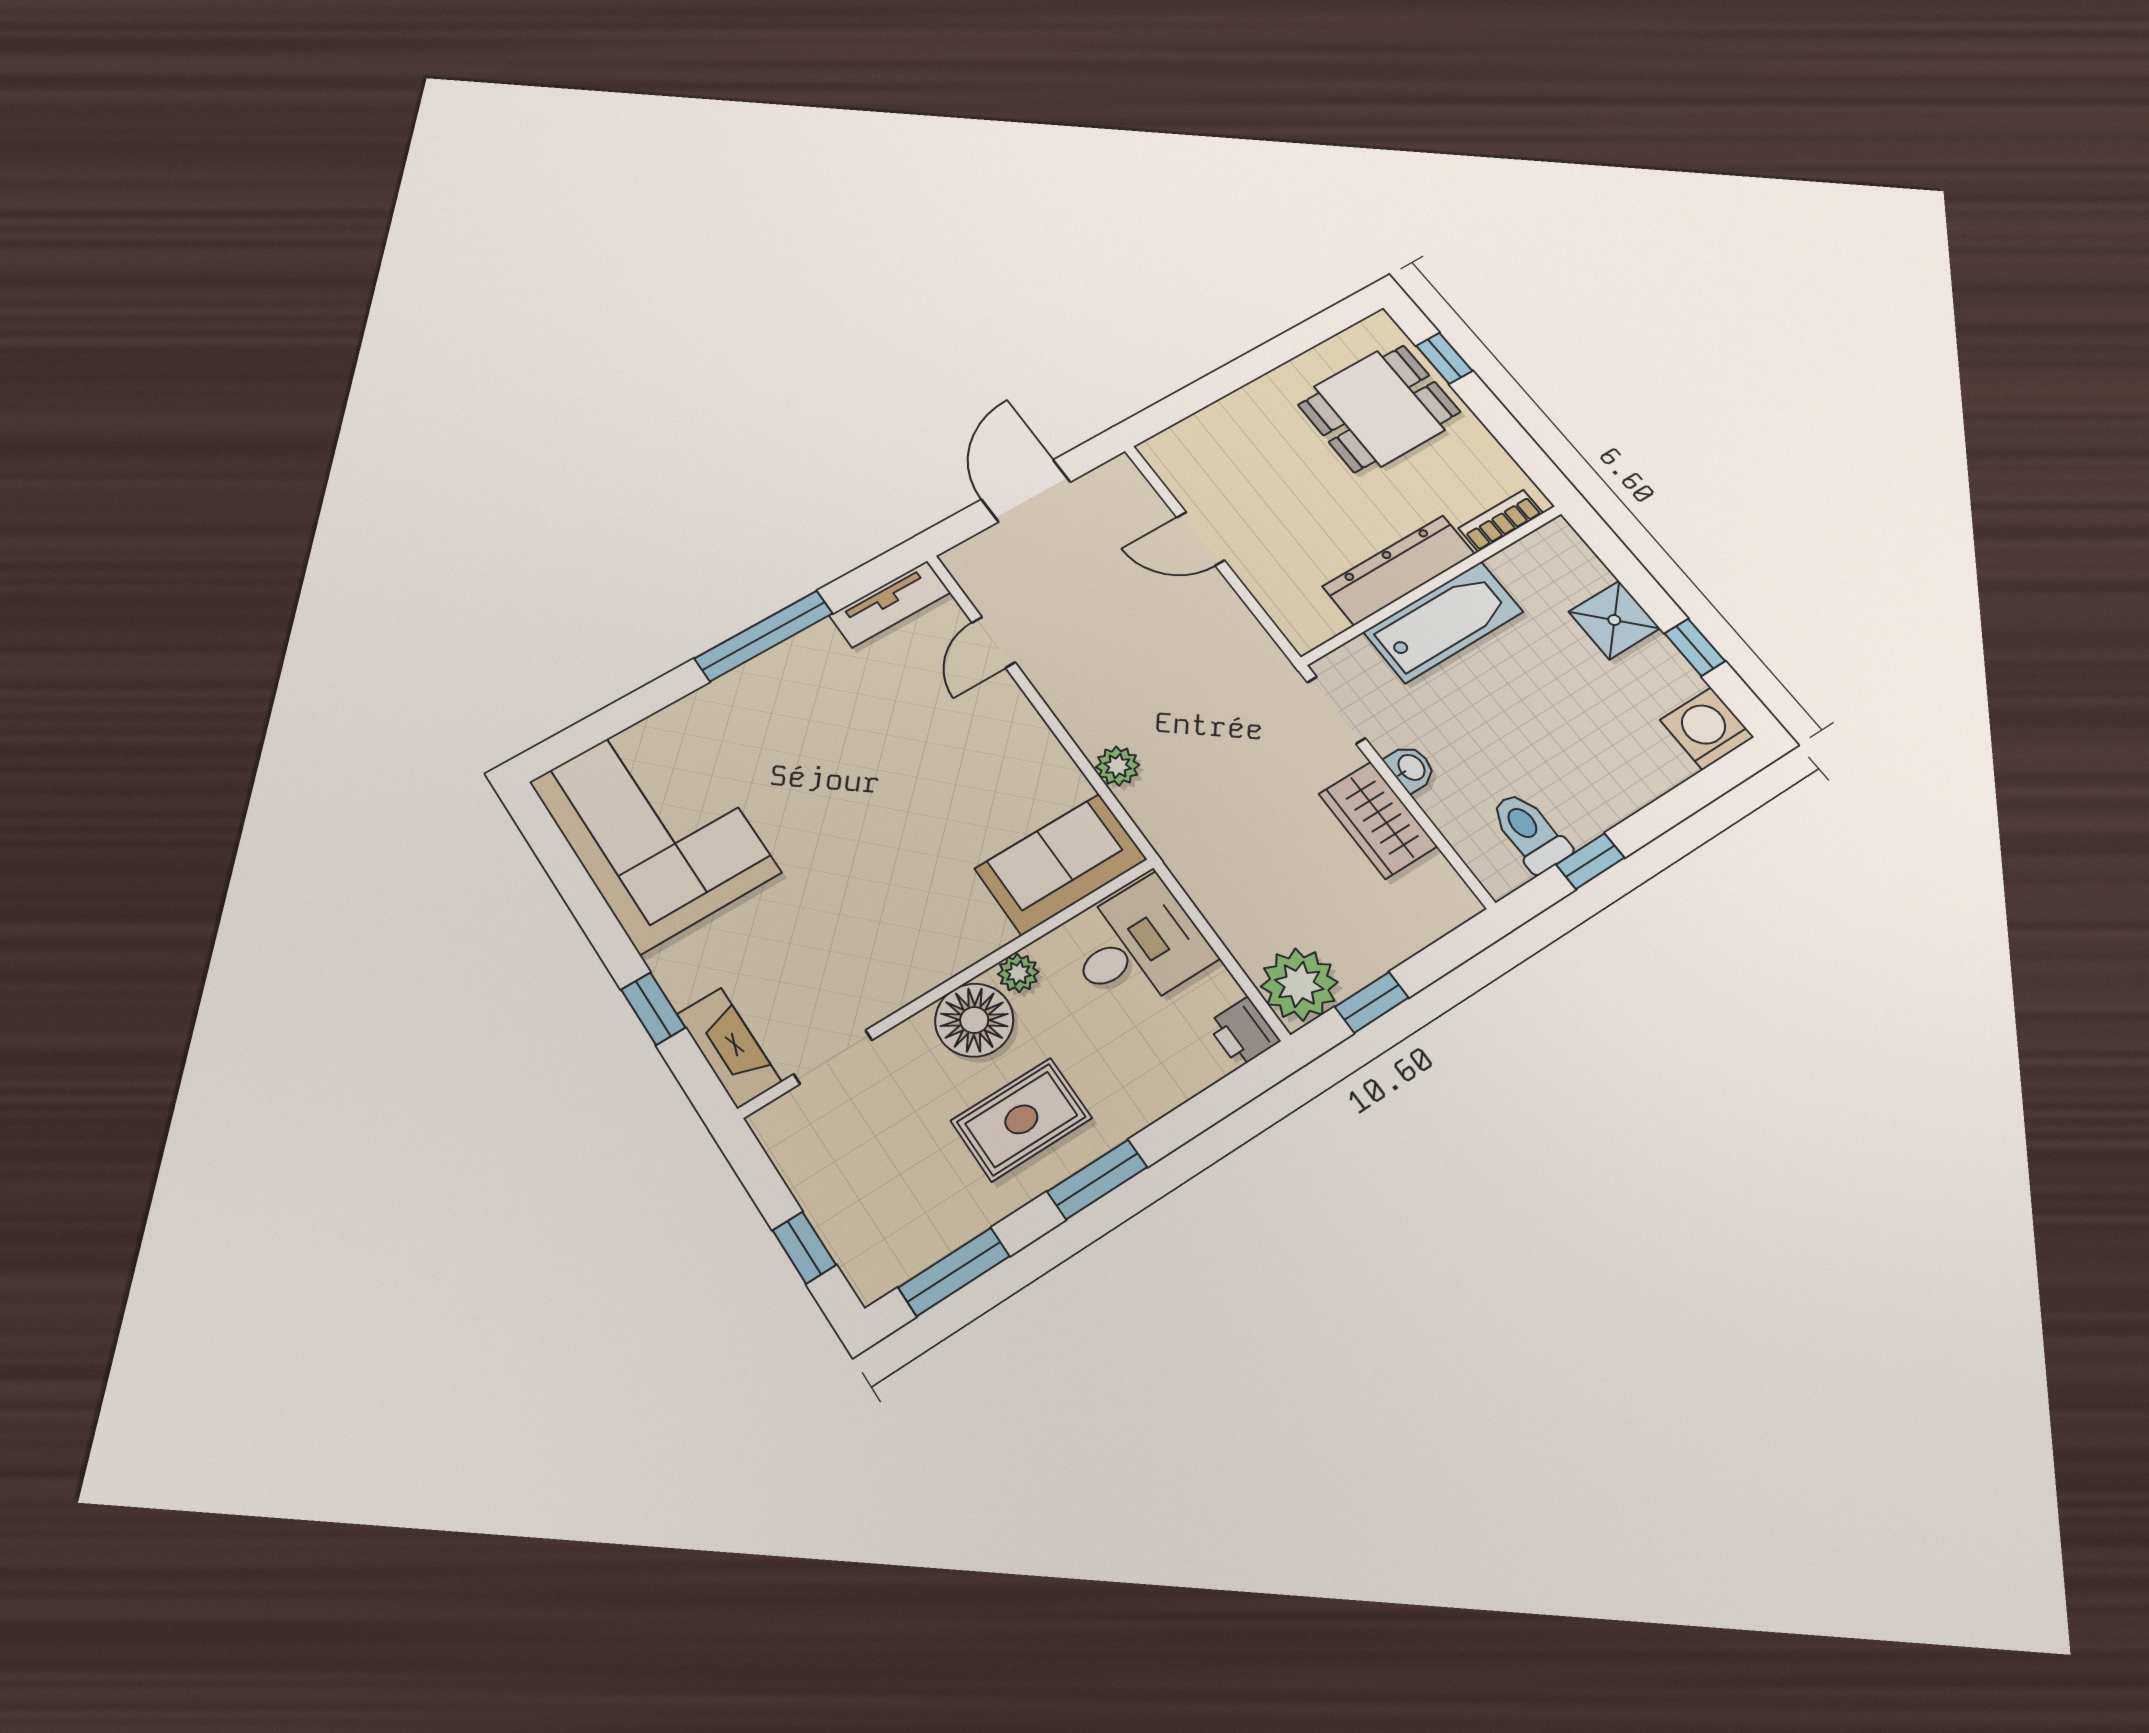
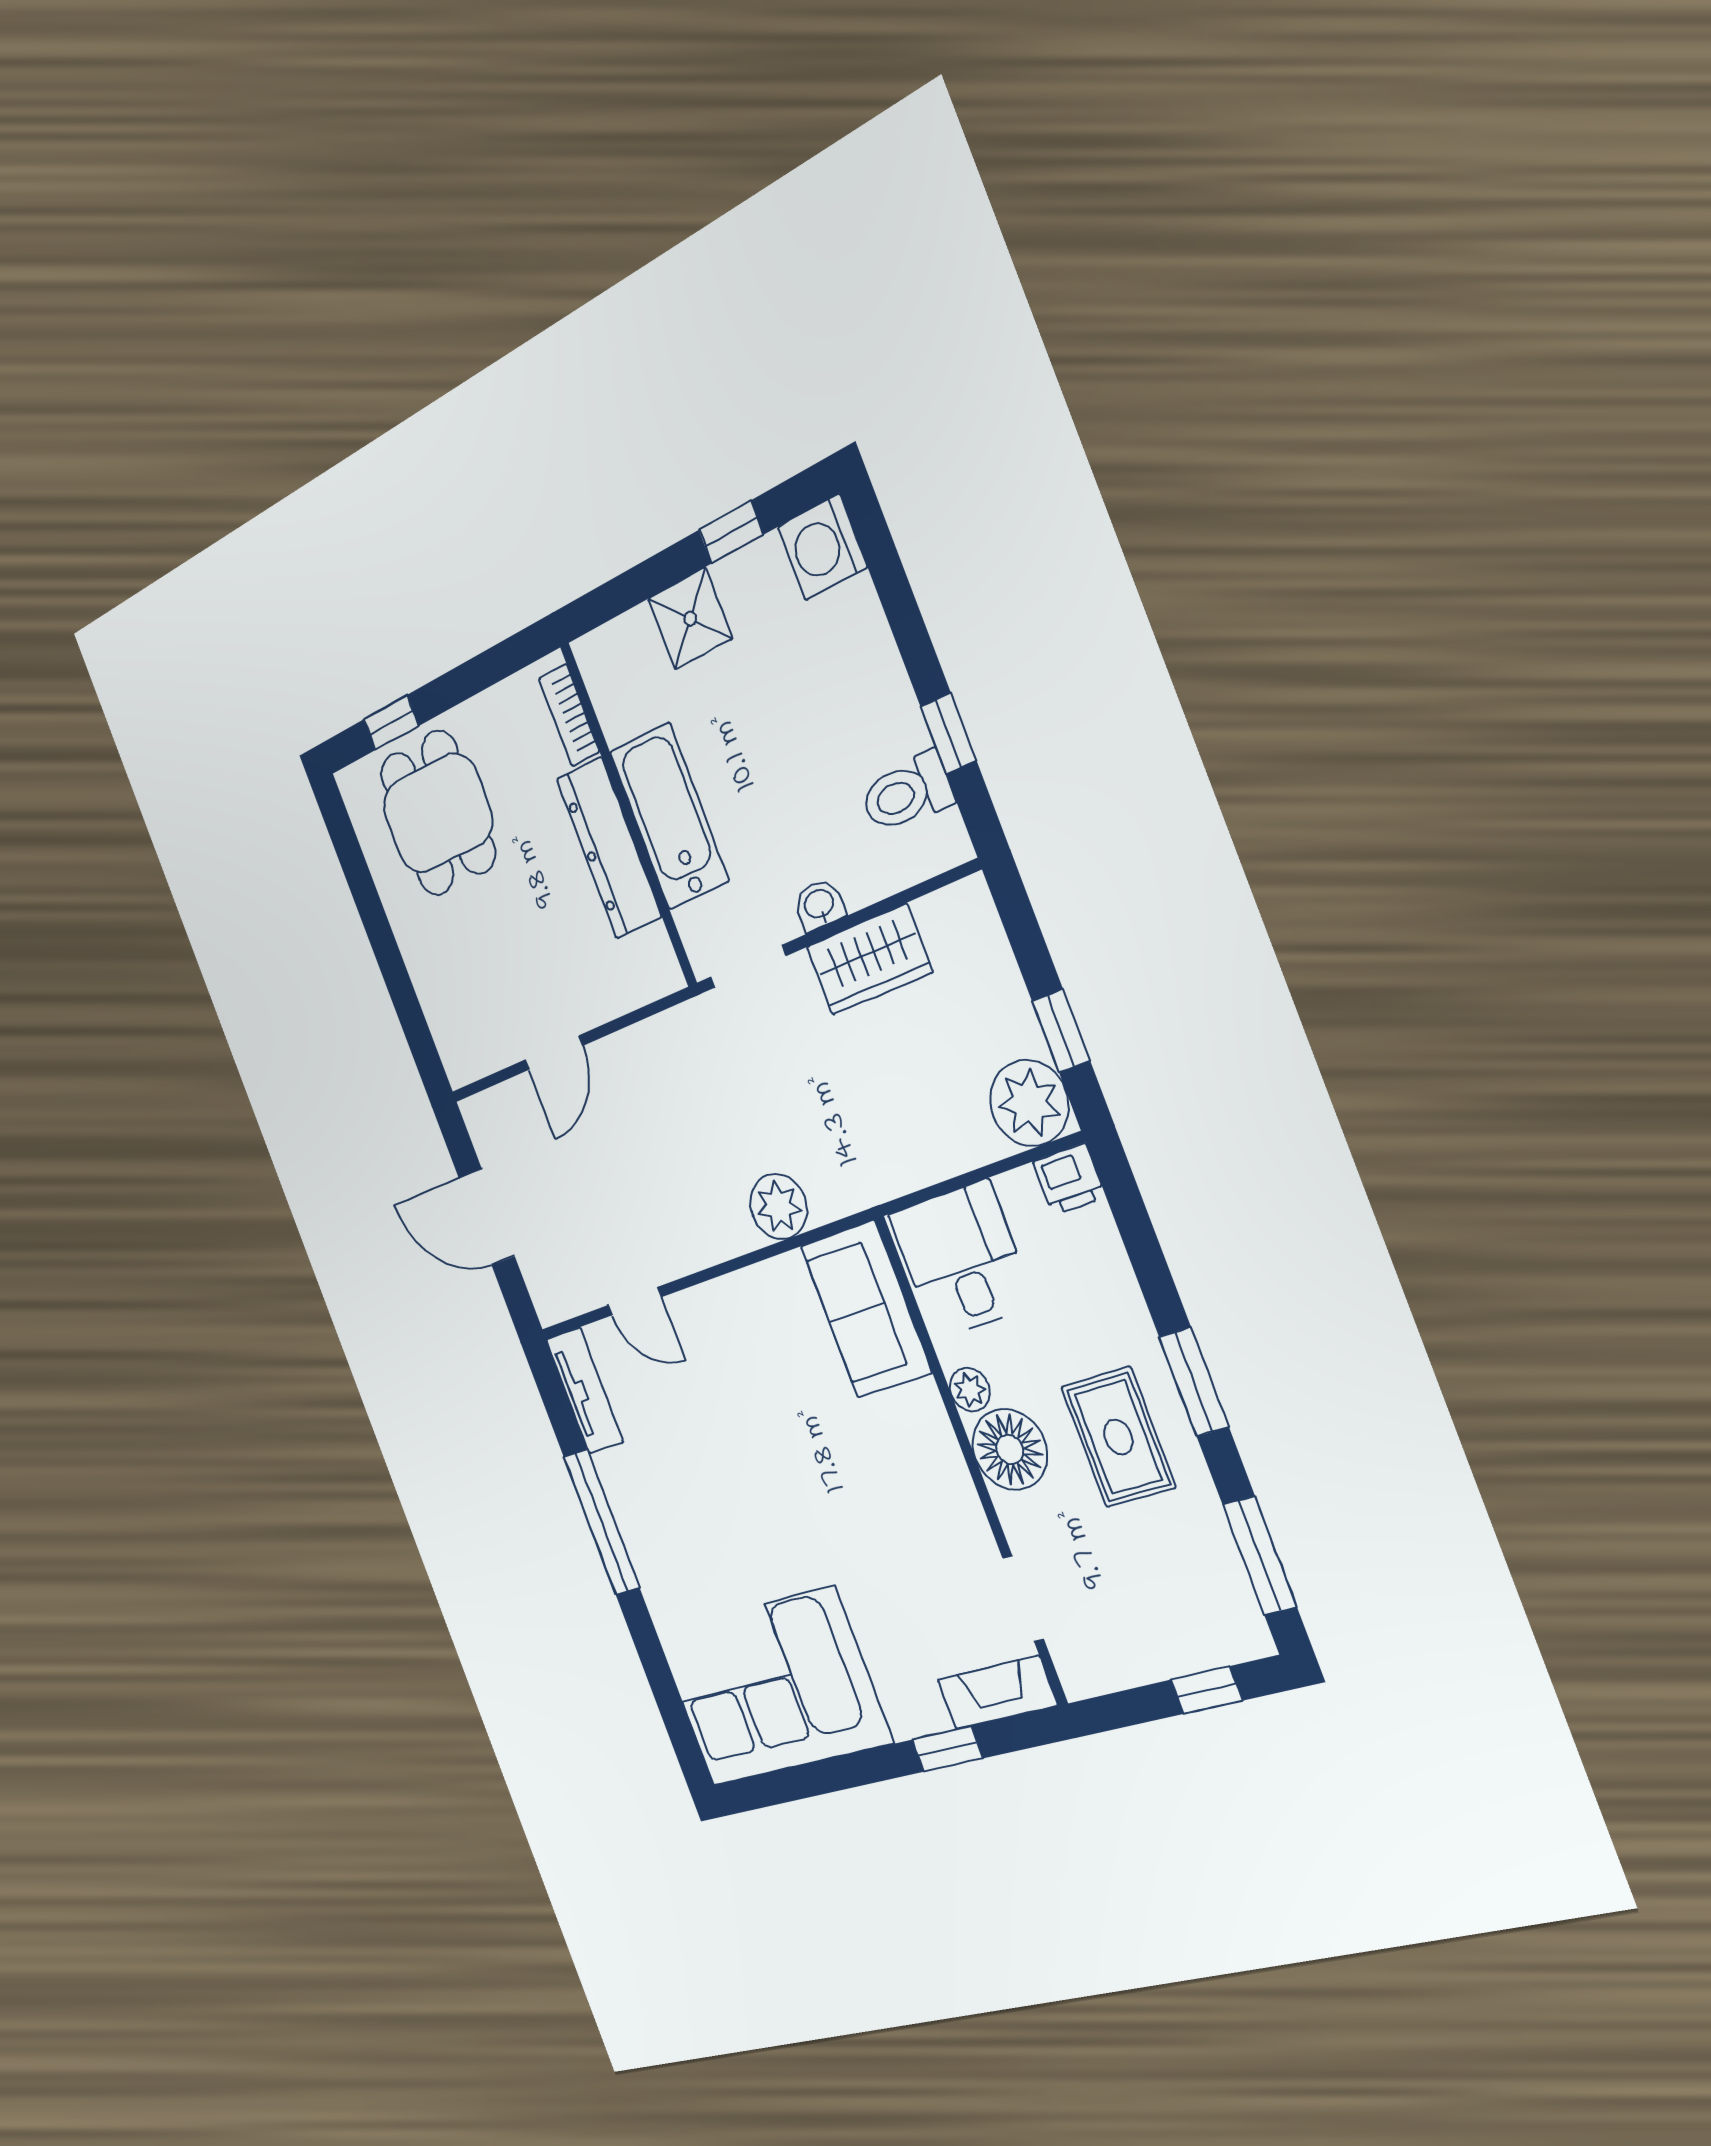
plant: (1118, 766) -> (779, 1207), width x1.38, depth x1.38

